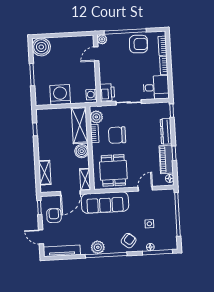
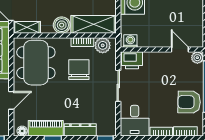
armchair: (138, 44) -> (189, 102), turned 89
dining table: (113, 170) -> (36, 63), width x1.37
door: (145, 189) -> (11, 100), hinge flipped

